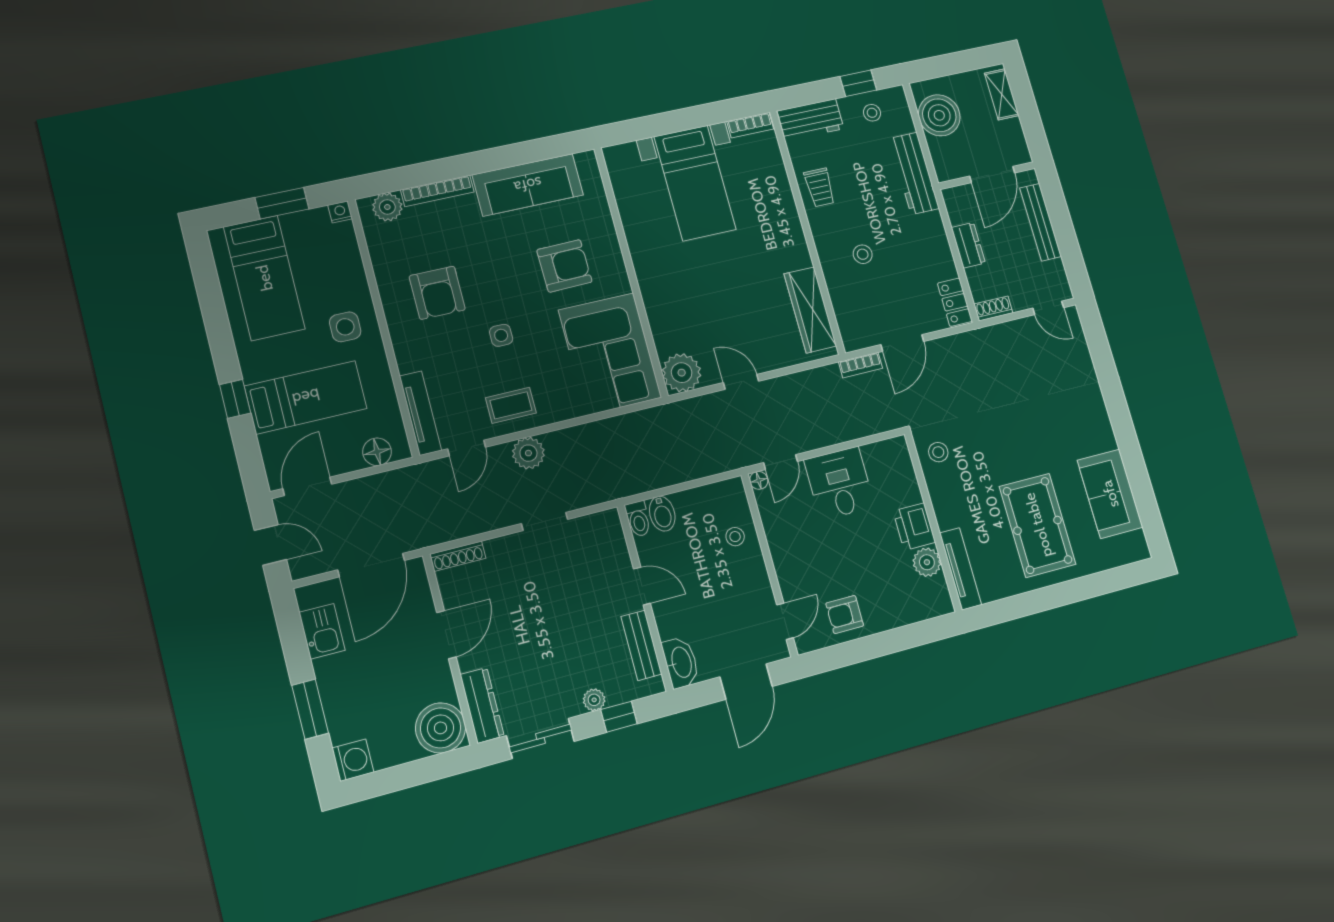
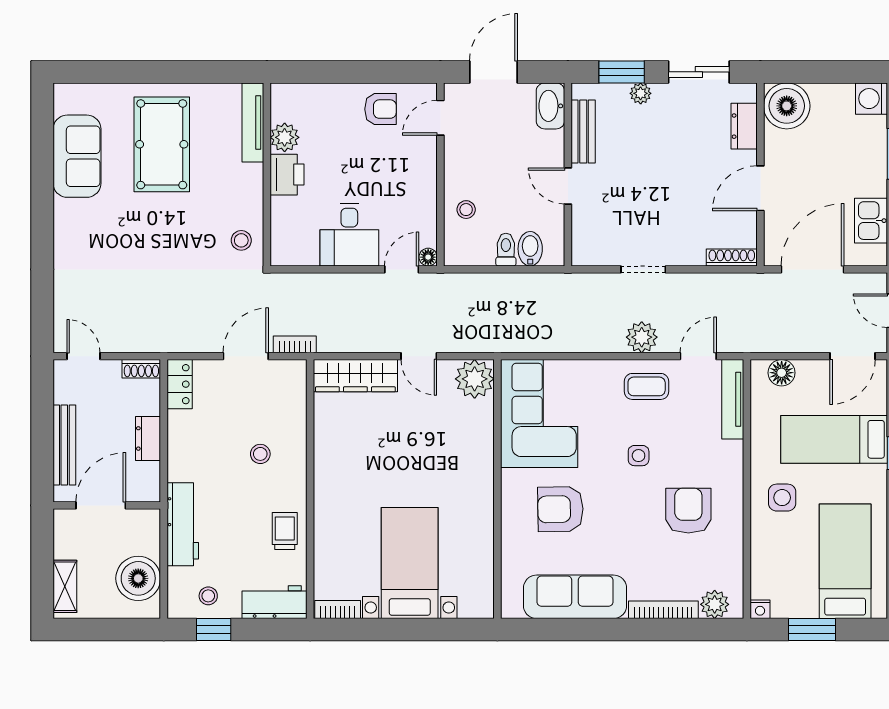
wardrobe: (810, 310) -> (355, 376), moved, turned 90
toilet: (638, 519) -> (506, 250), moved
dresser: (482, 705) -> (744, 126), width x0.70
window: (619, 717) -> (622, 72), width x1.50

